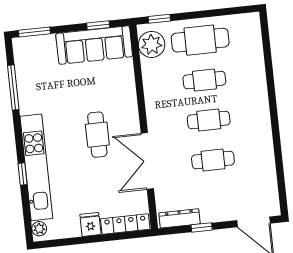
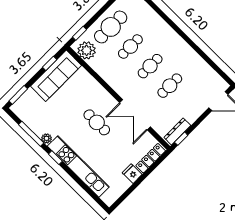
window: (23, 174) -> (55, 158), moved
window: (202, 227) -> (181, 139), moved
plant: (39, 229) -> (46, 138), moved

